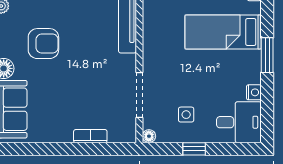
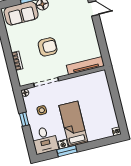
bed: (223, 32) -> (73, 124), moved
armchair: (43, 44) -> (48, 47), moved, turned -90
window: (267, 55) -> (67, 151), moved

